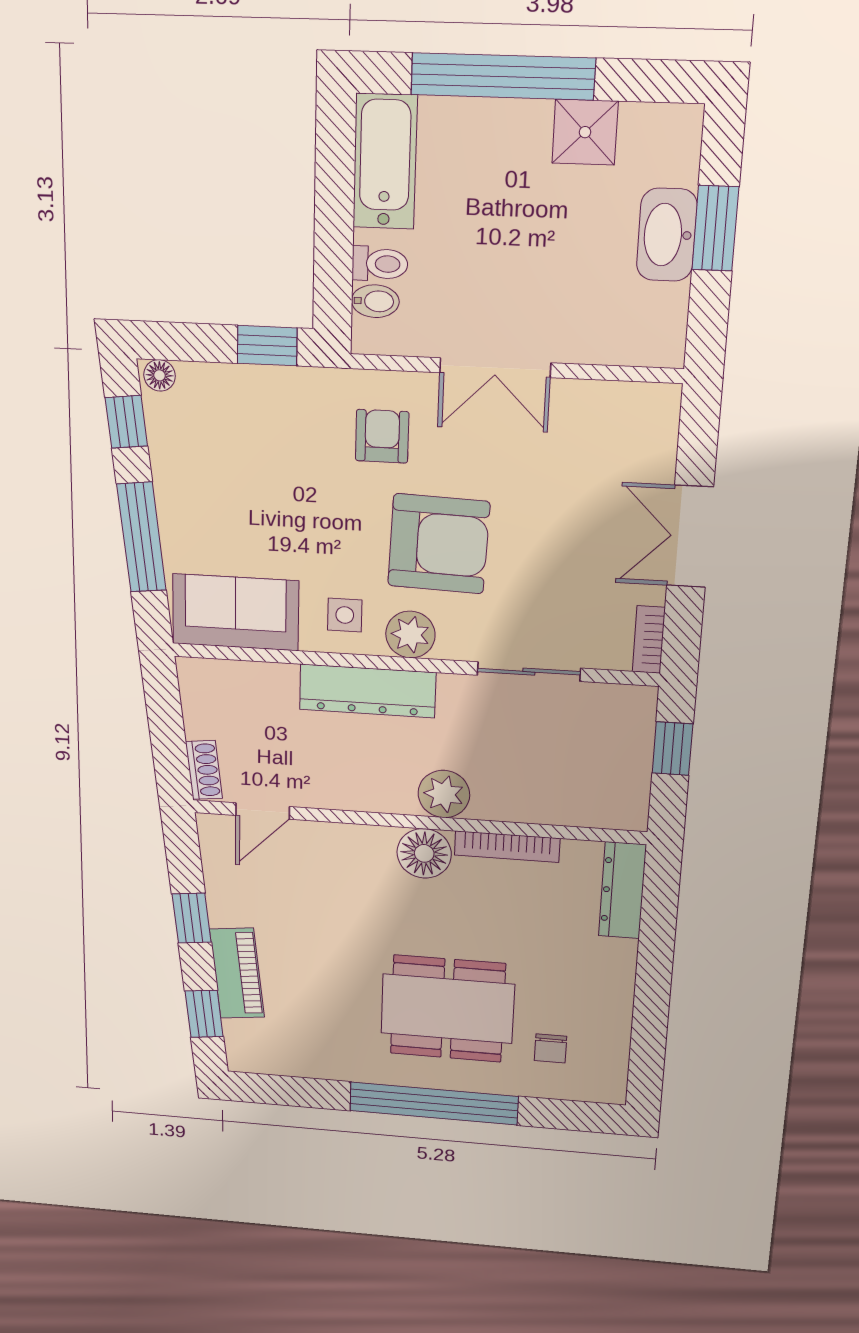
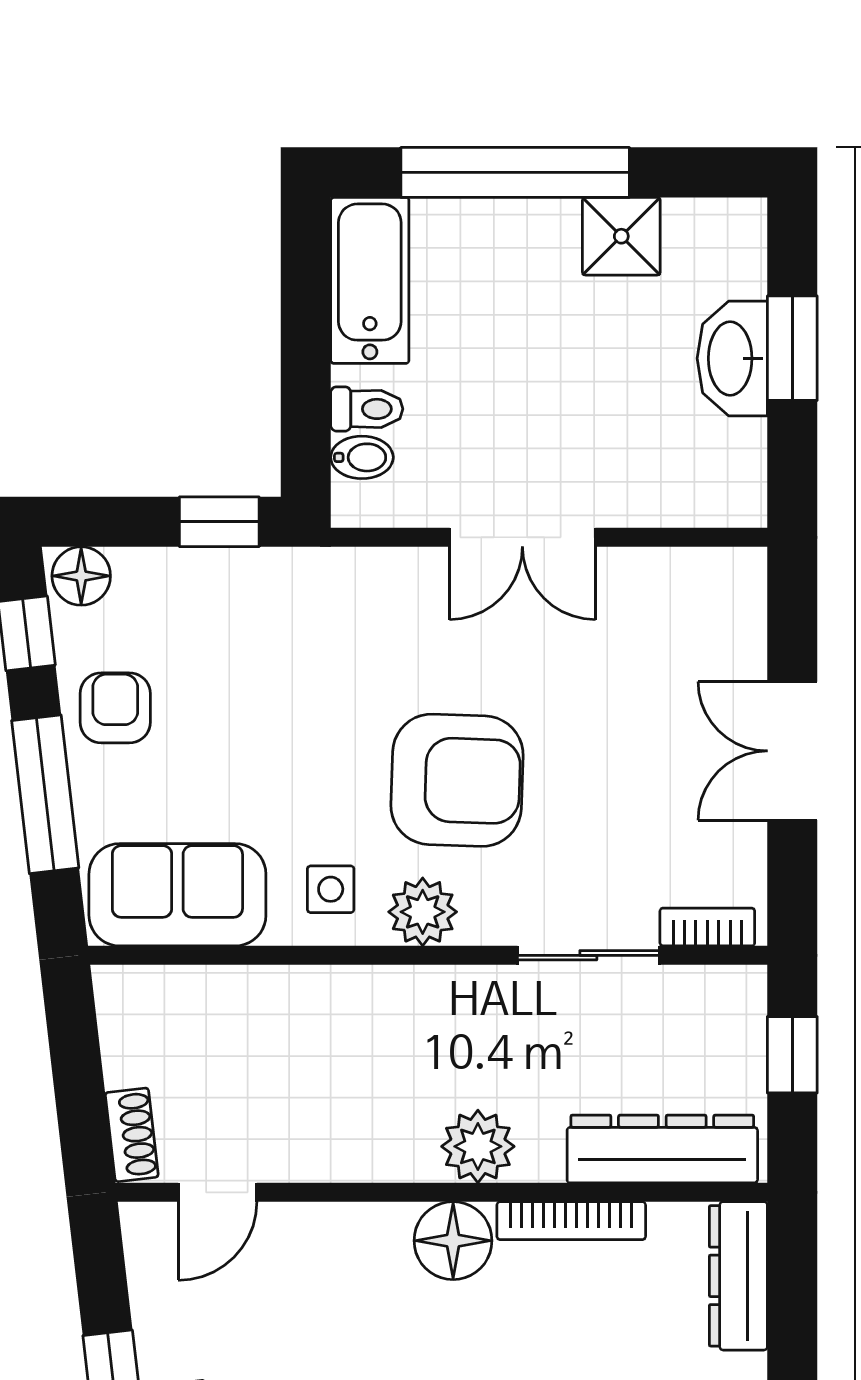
floor lamp: (160, 375) -> (81, 576), width x1.37, depth x1.37
armchair: (382, 436) -> (115, 708), moved
bookcase: (649, 640) -> (707, 927), moved, turned 90
dresser: (368, 691) -> (662, 1149), moved, turned 180

